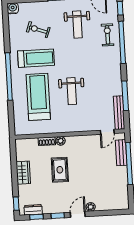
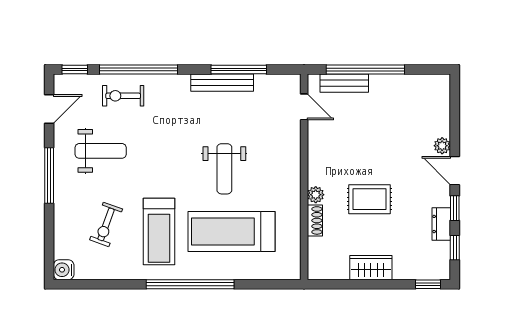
treadmill: (36, 58) -> (159, 232), turned 180
weight bench: (72, 91) -> (224, 169), turned 90
bench: (119, 113) -> (222, 83), moved
dresser: (33, 210) -> (441, 224), moved

